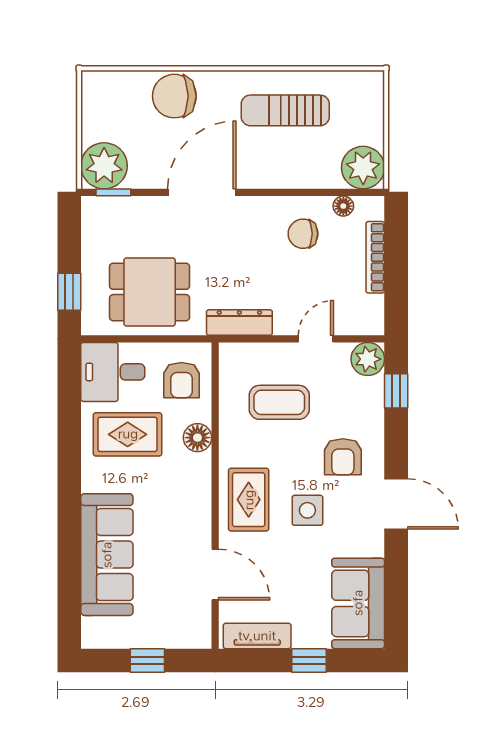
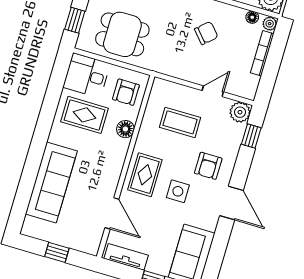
plant: (373, 208) -> (270, 24), added
chair: (303, 234) -> (206, 33), moved, turned 138
dresser: (239, 323) -> (170, 68), removed

